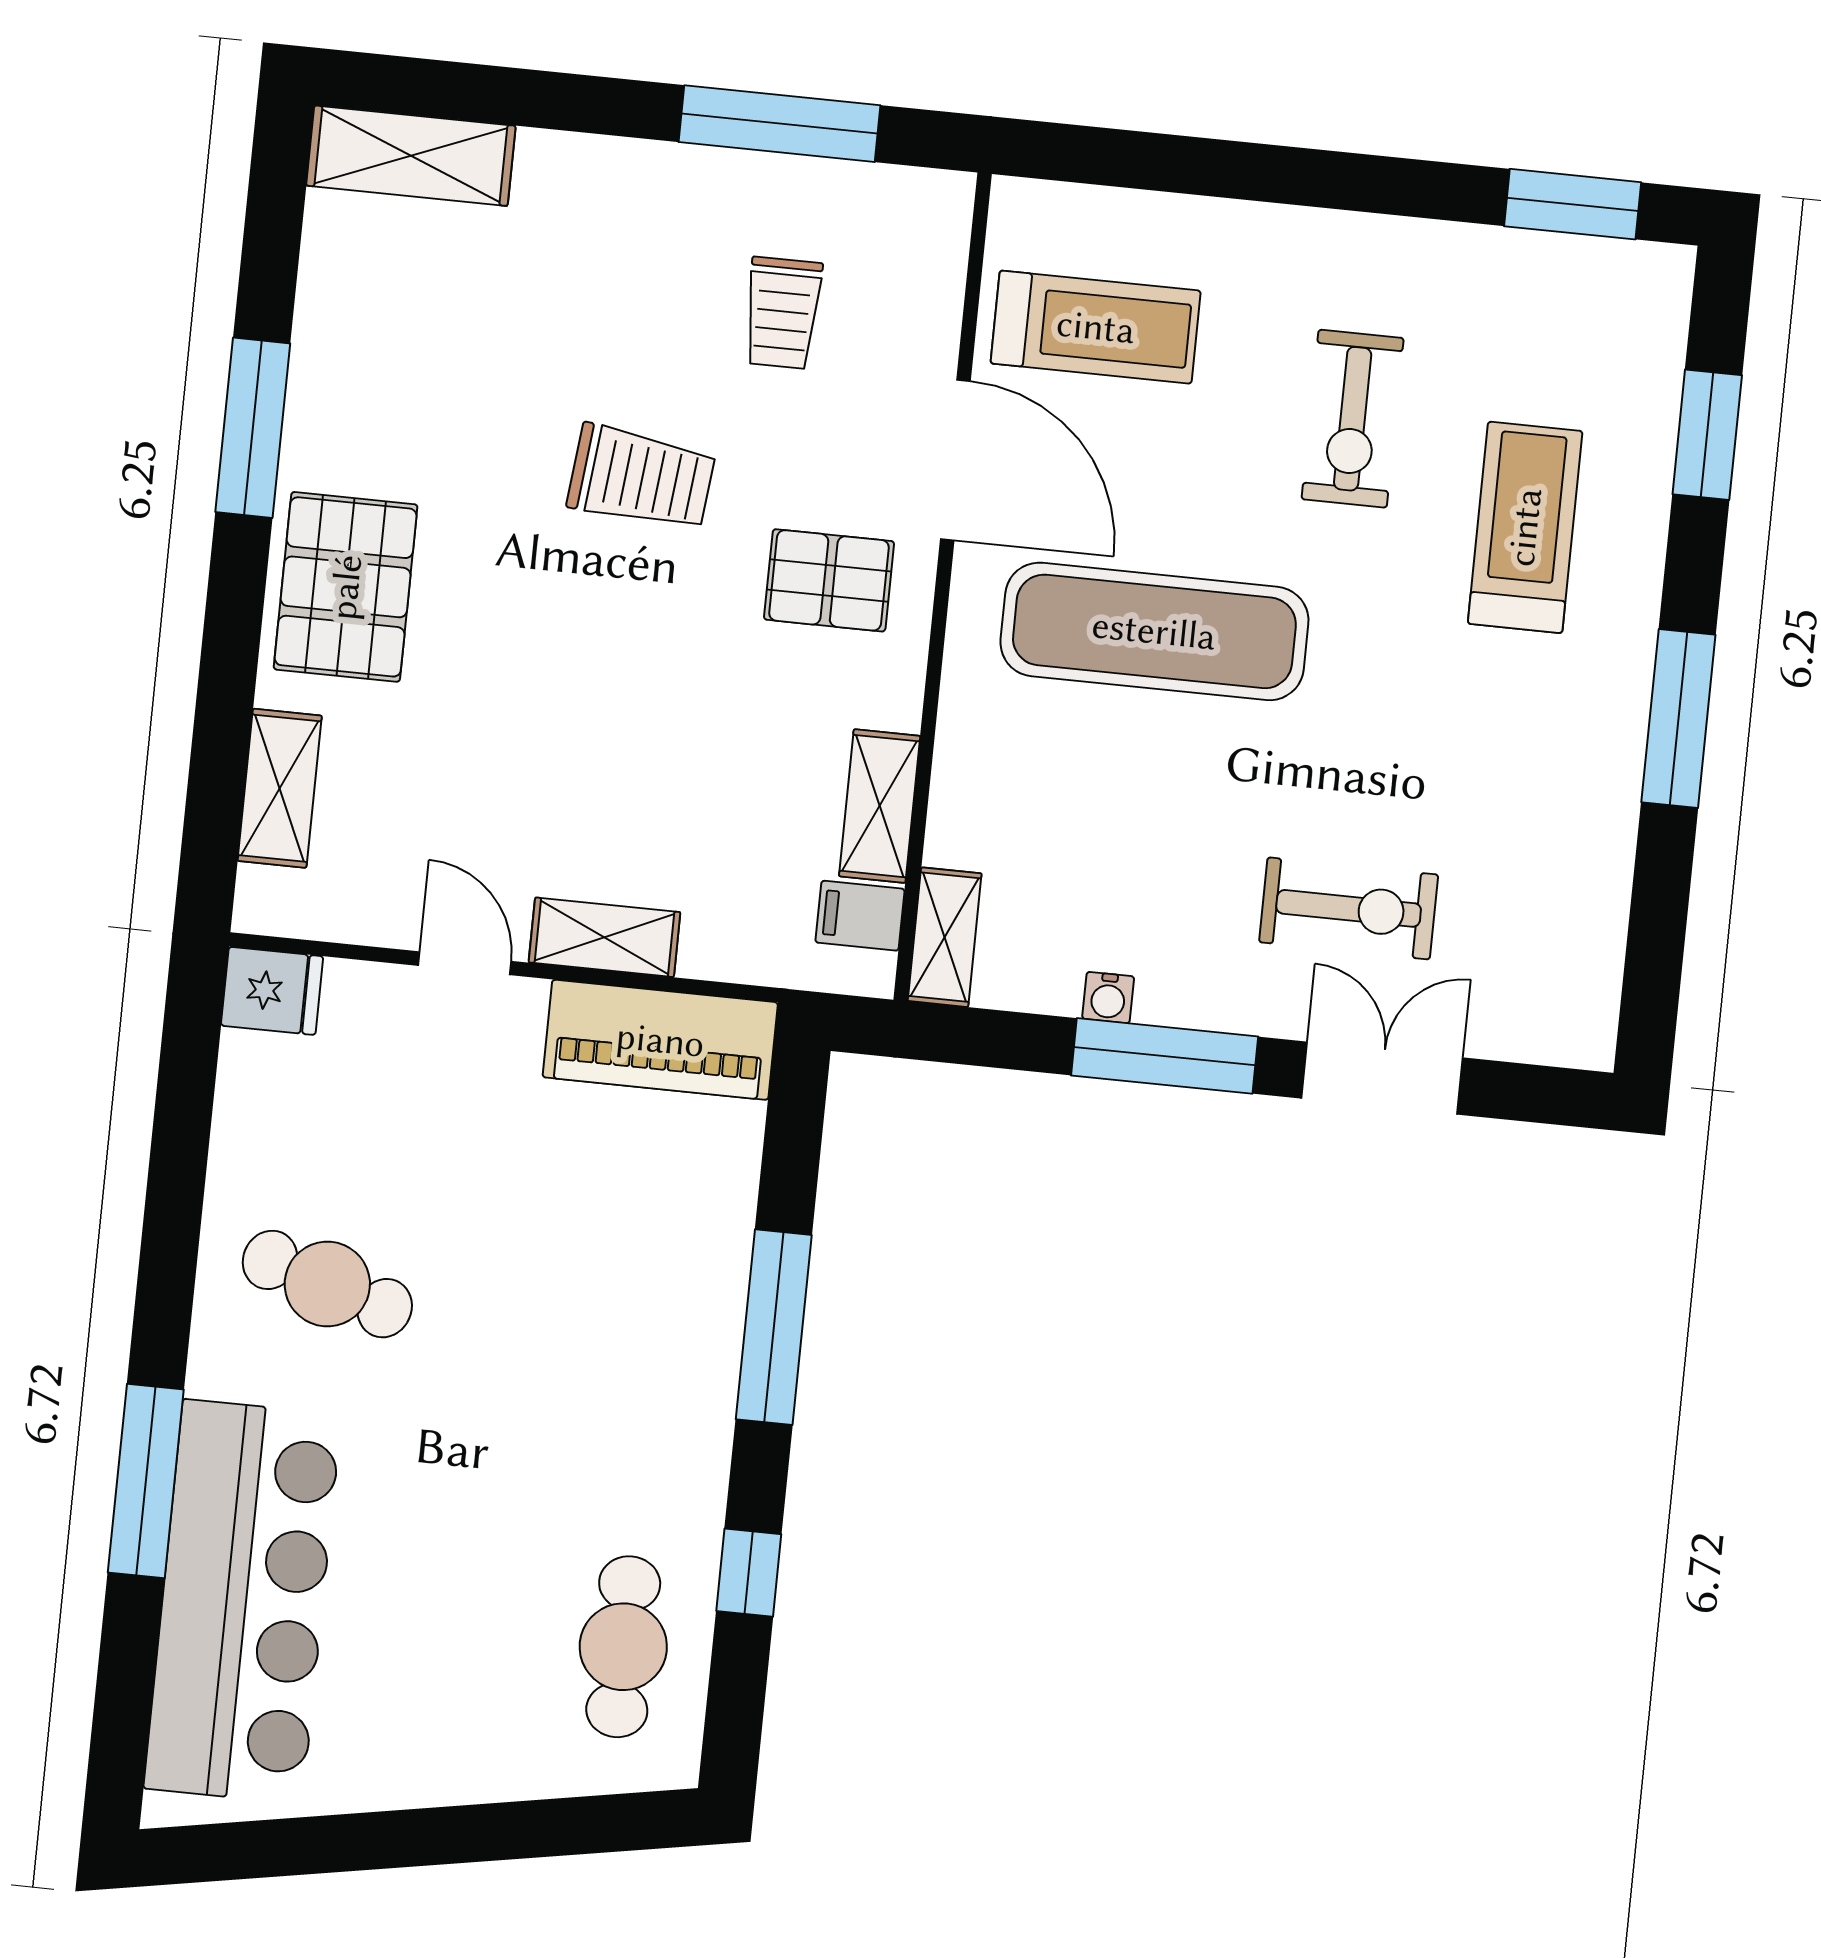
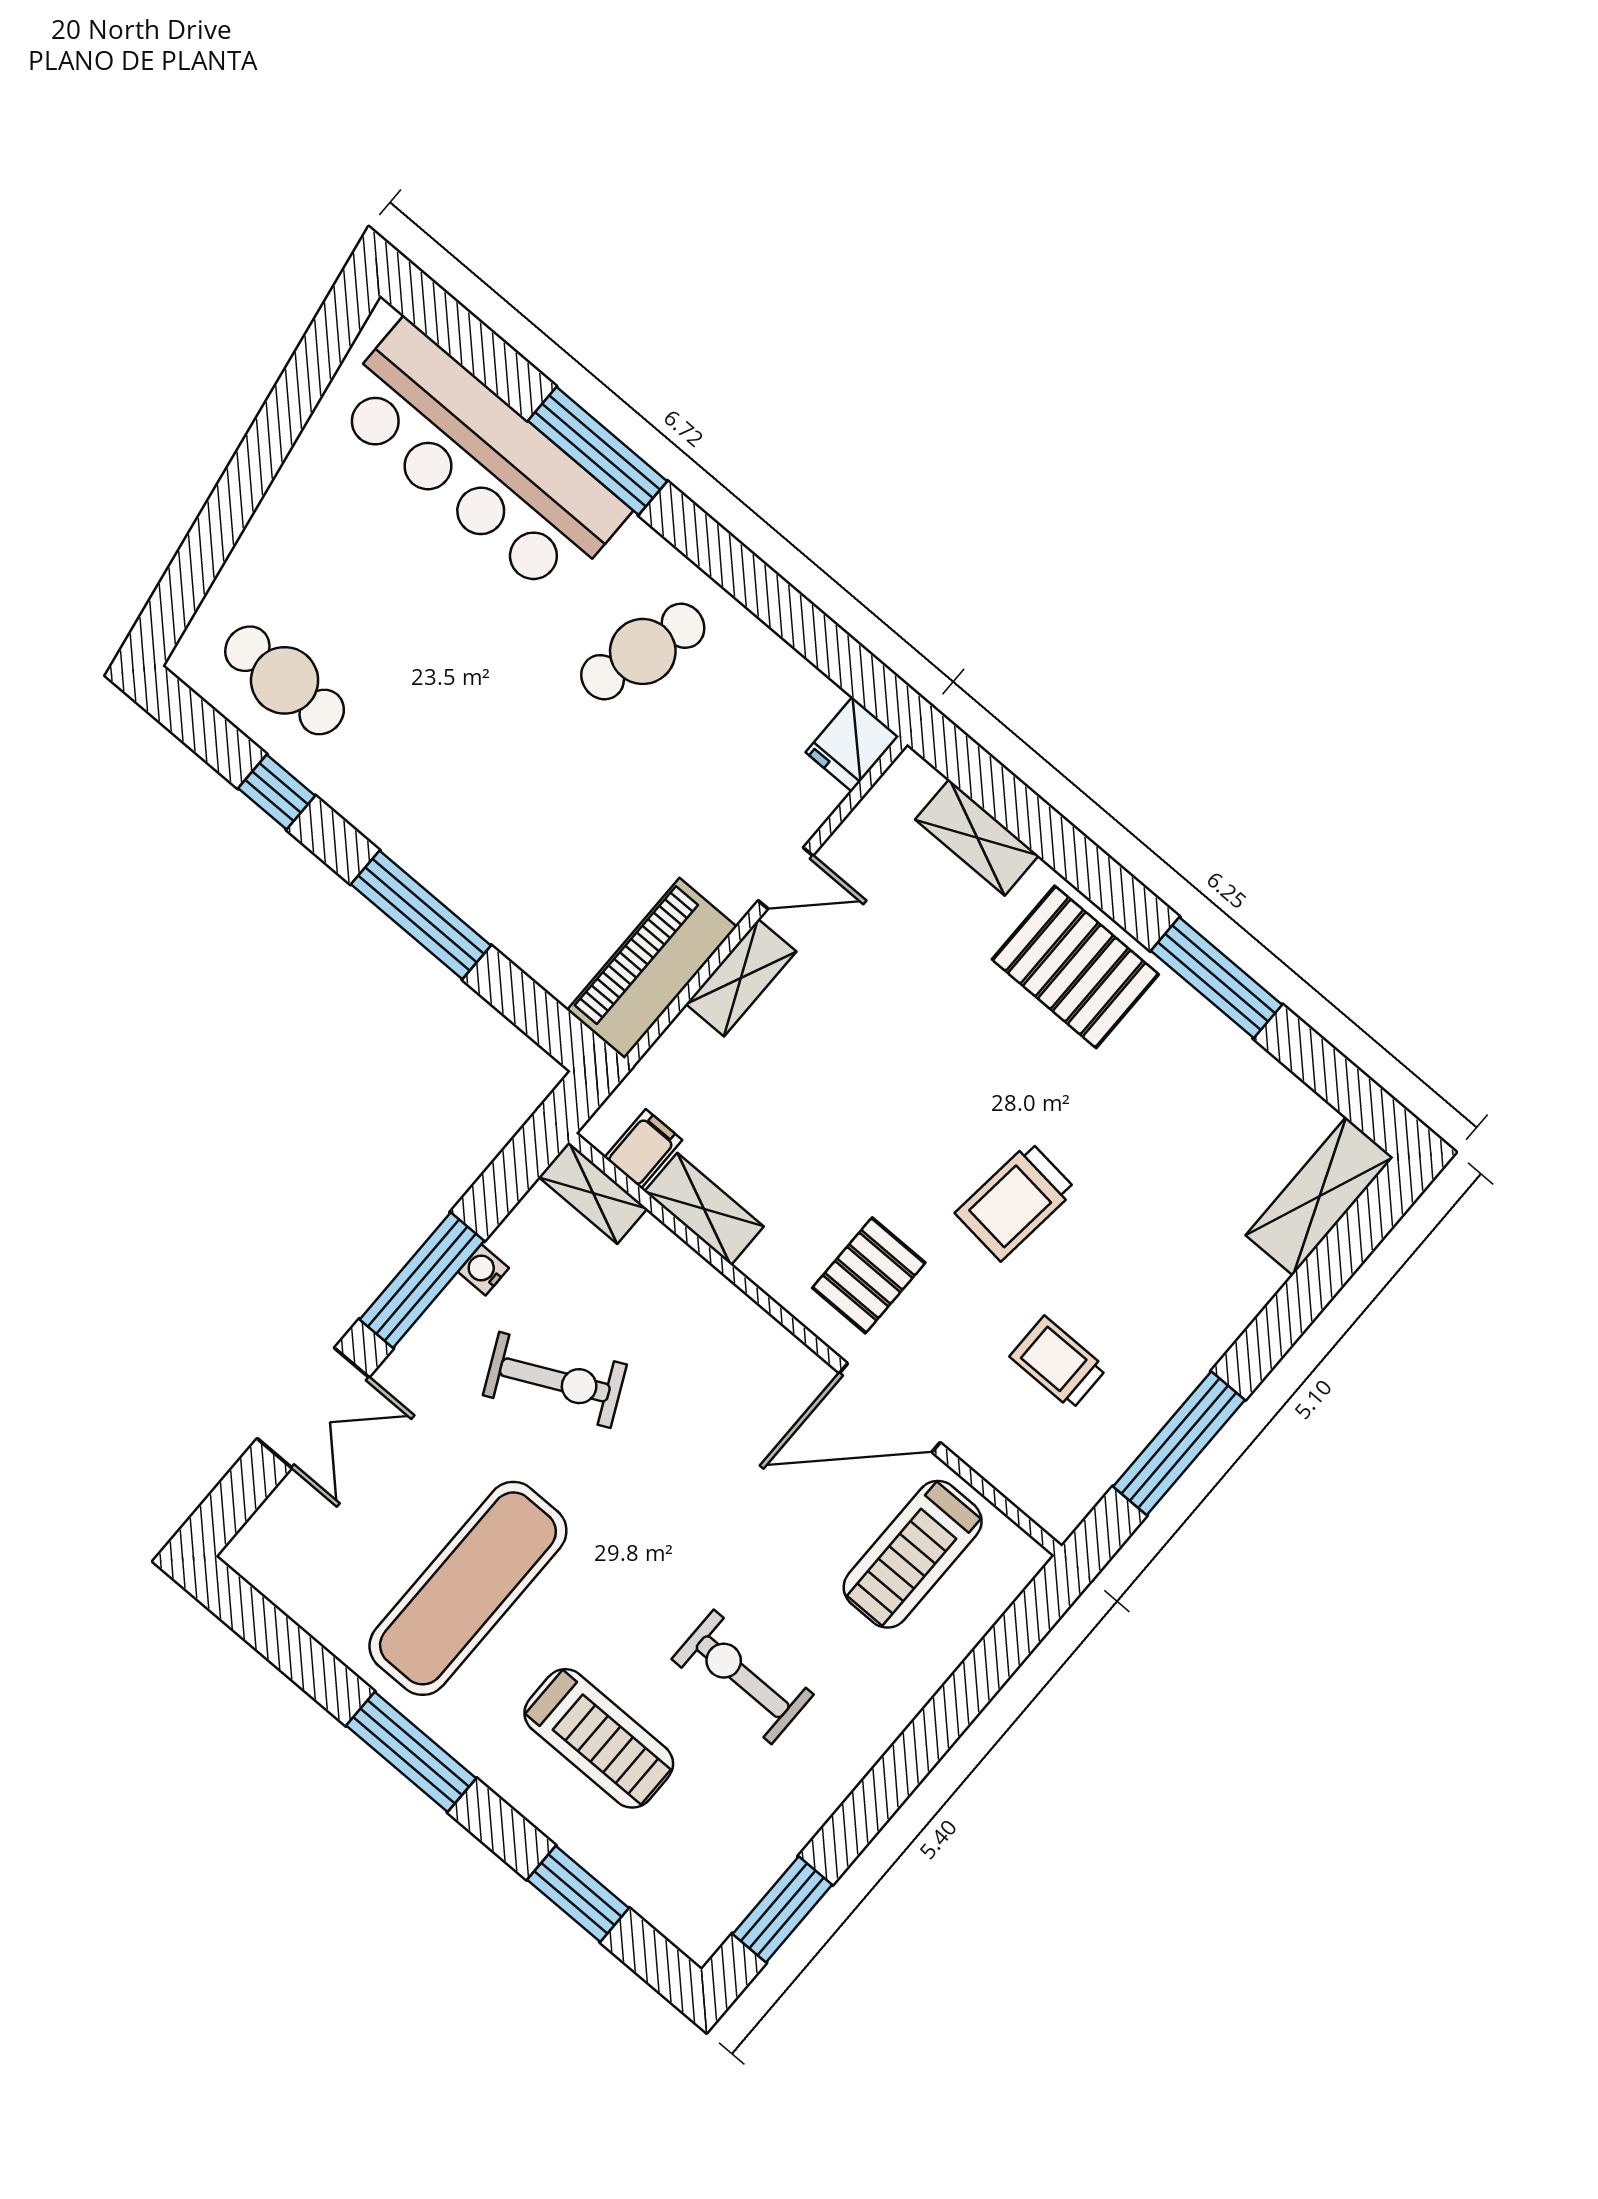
exercise mat: (1154, 631) -> (468, 1588), moved
exercise bike: (1349, 908) -> (555, 1380), moved, turned -116

